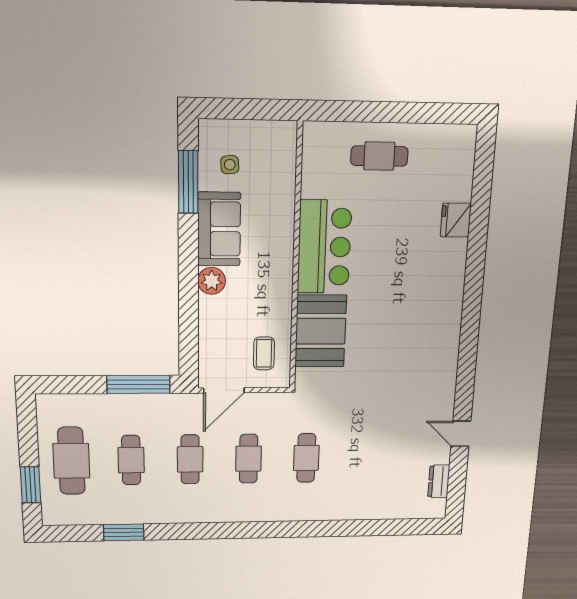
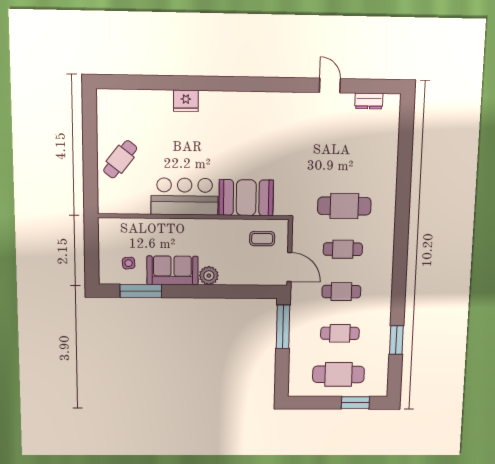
cafe table: (379, 156) -> (120, 159), turned 38
fridge: (456, 220) -> (186, 101), moved
door: (461, 434) -> (330, 85), swing flipped
cafe table: (306, 458) -> (344, 206), width x1.37, depth x1.35

